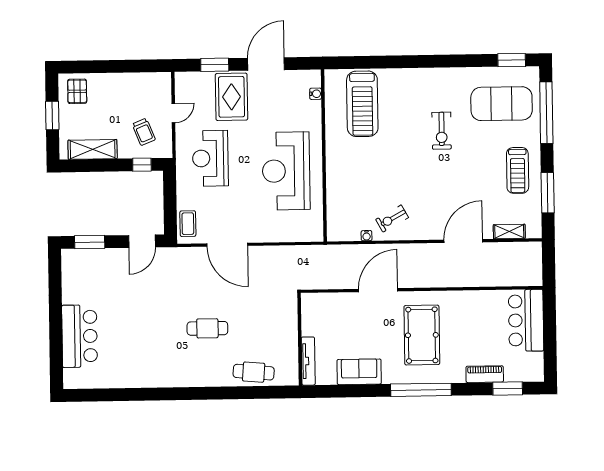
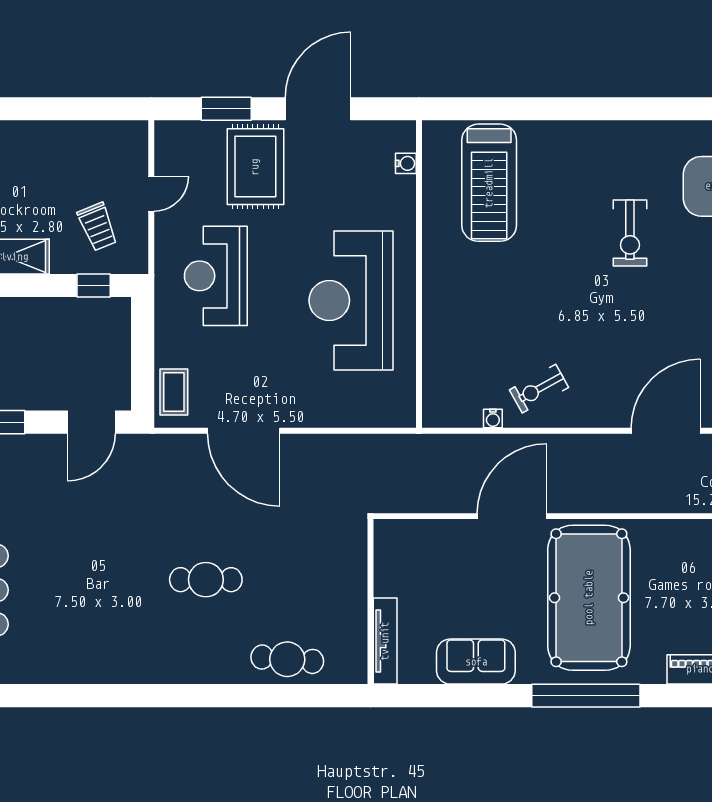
pool table: (422, 335) -> (589, 598), width x1.36, depth x1.32

